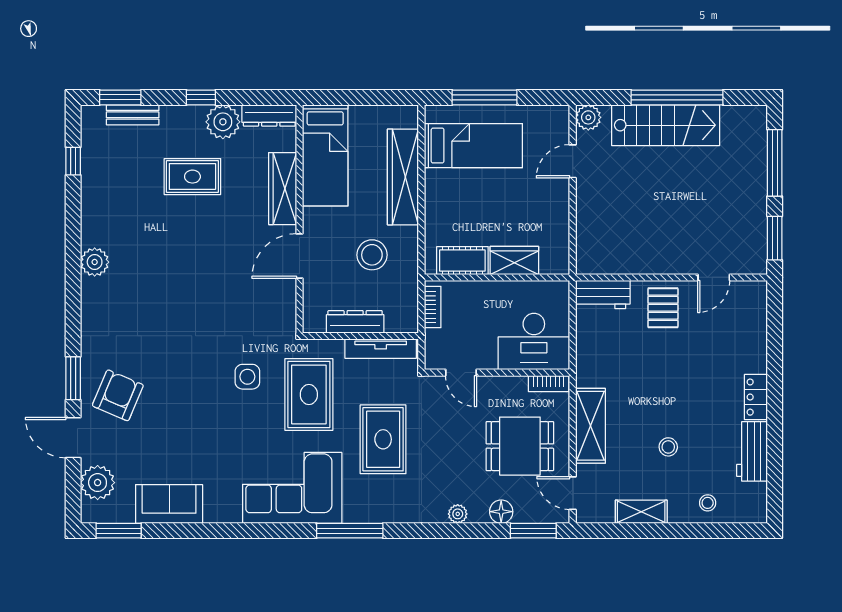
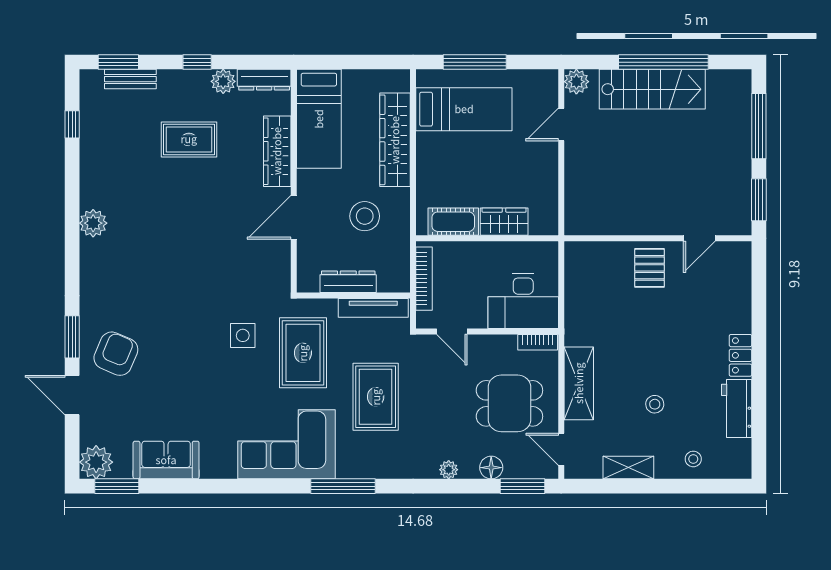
plant: (223, 122) -> (223, 81), width x0.73, depth x0.73
workbench: (603, 294) -> (591, 255), removed
bookcase: (433, 307) -> (424, 279), width x1.56
plant: (98, 483) -> (96, 462), moved

